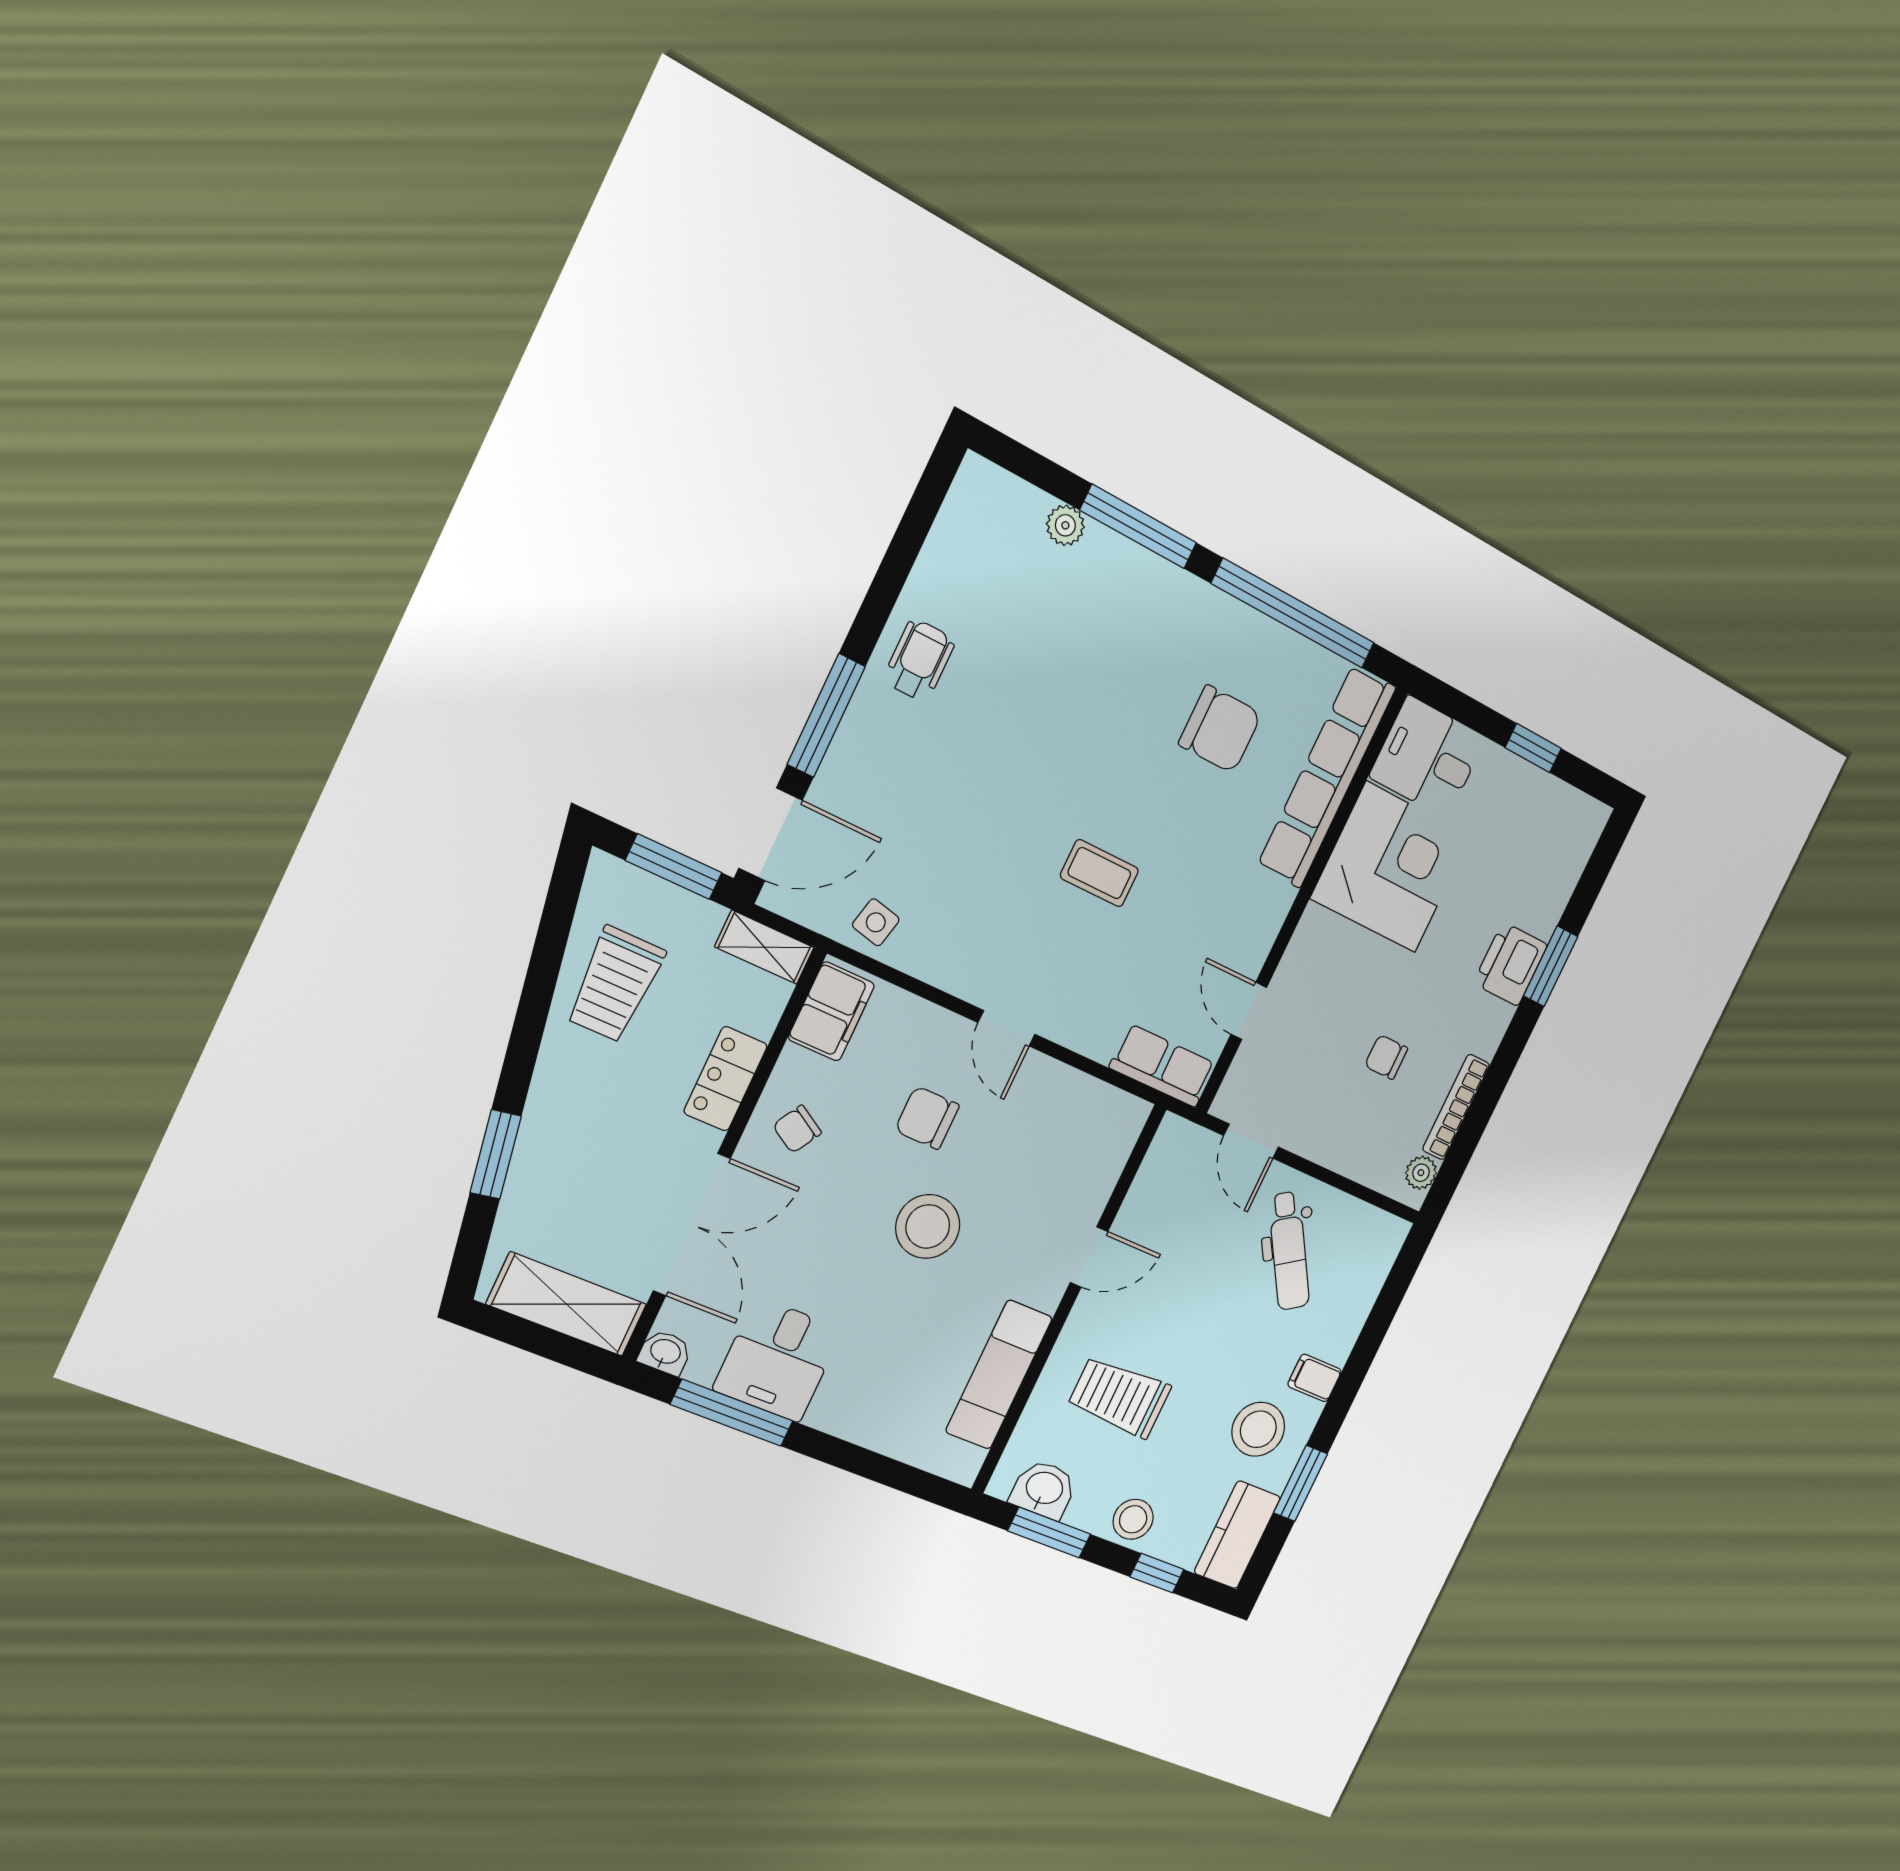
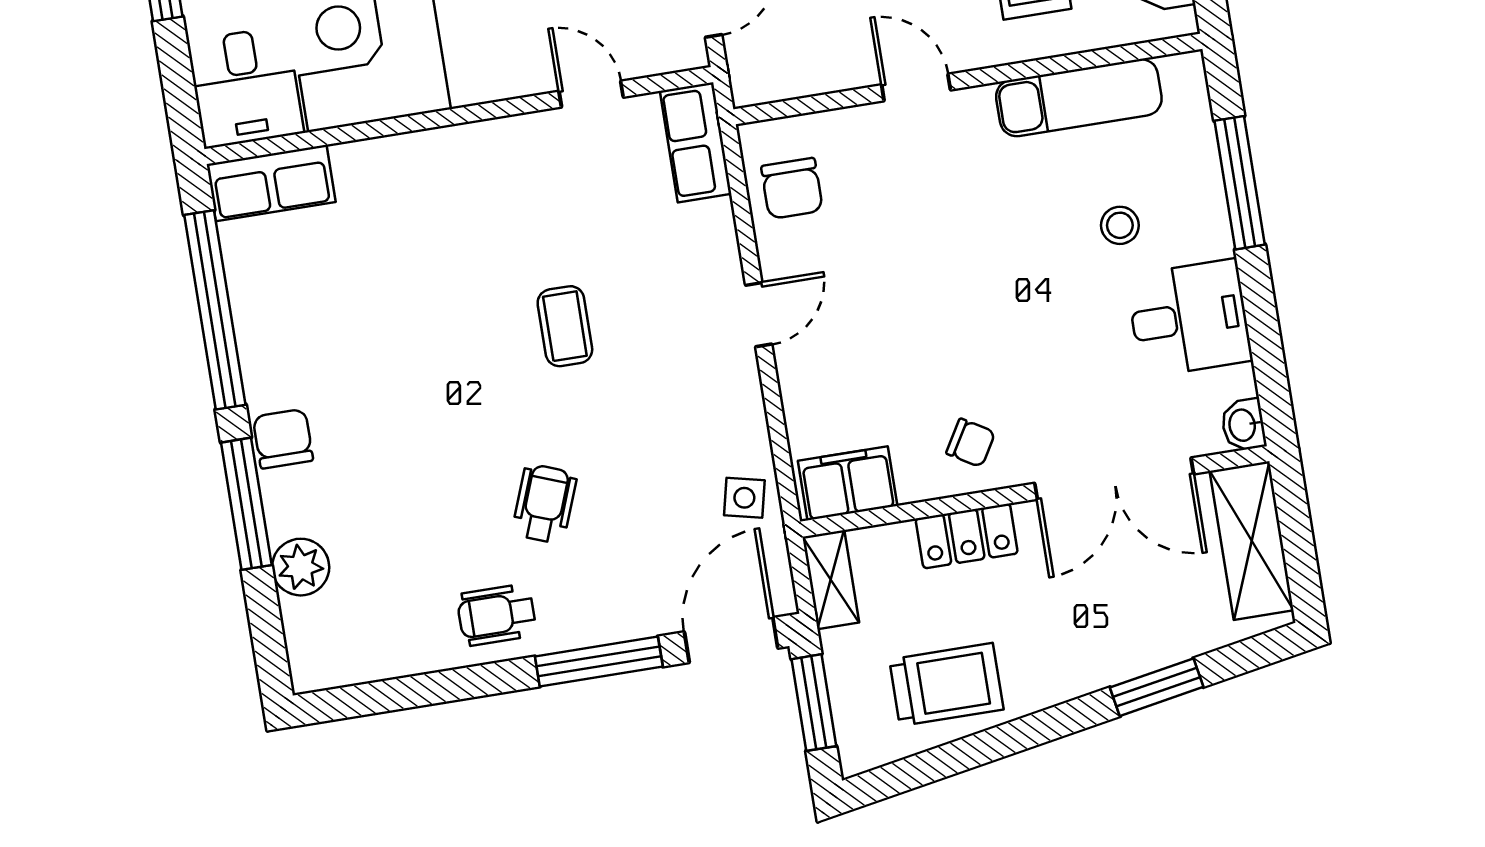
plant: (1065, 525) -> (301, 567), width x1.38, depth x1.38
chair: (1220, 729) -> (283, 439), moved, width x0.73, depth x0.73
wheelchair: (979, 761) -> (544, 504), added
row of seats: (1327, 777) -> (271, 183), width x0.50
door: (771, 834) -> (731, 640), hinge flipped
door: (1249, 1011) -> (591, 94), swing flipped
chair: (927, 1118) -> (792, 188), moved
double door: (692, 1225) -> (1114, 479), swing flipped
stool: (928, 1226) -> (1120, 225), moved, width x0.53, depth x0.53
window: (732, 1413) -> (1240, 183), moved

